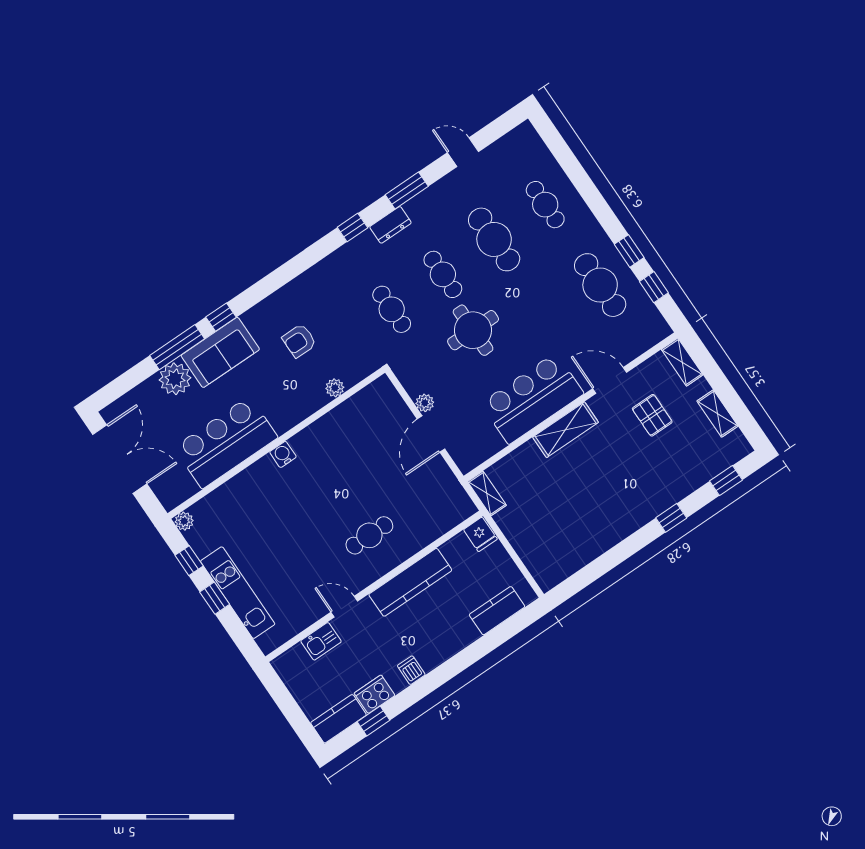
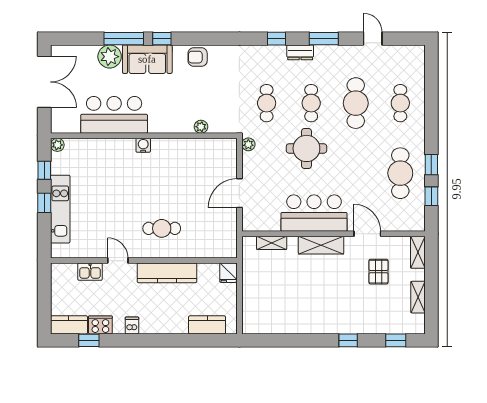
armchair: (299, 341) -> (198, 57), moved
plant: (425, 403) -> (248, 144), moved
shelving: (487, 493) -> (272, 243), moved, turned 90

